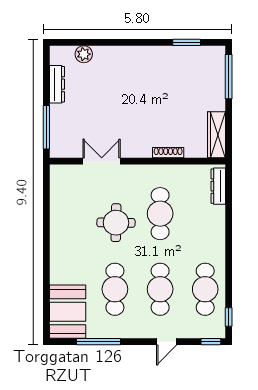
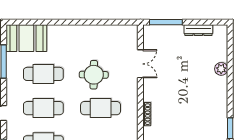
plant: (84, 54) -> (221, 69), moved

